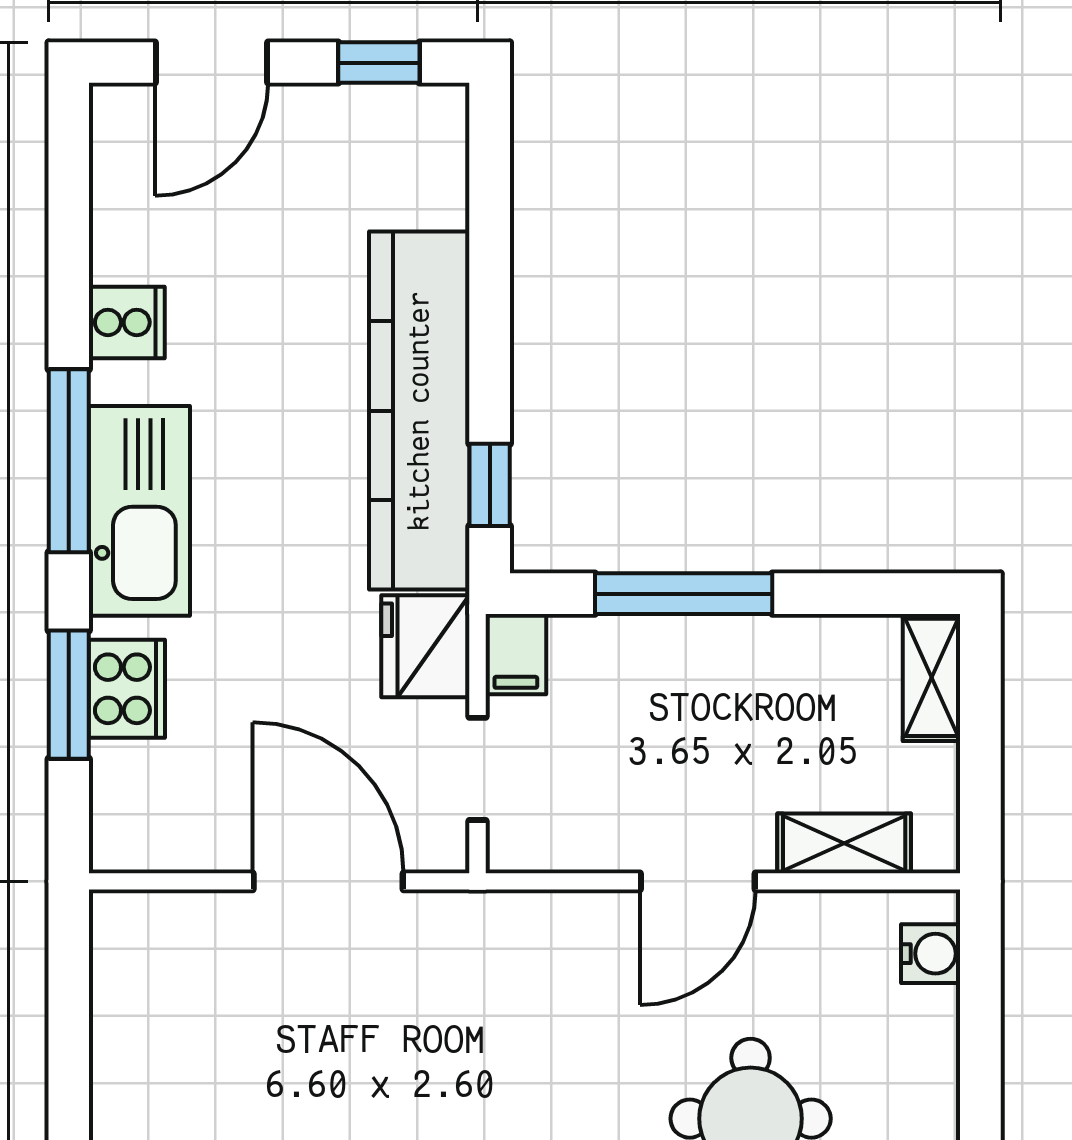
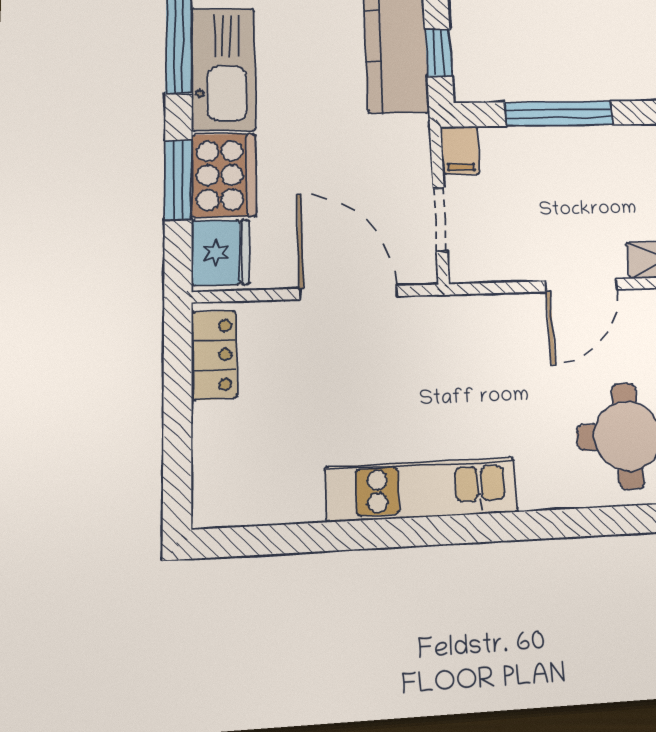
fridge: (425, 646) -> (220, 253), moved, turned 180
cooker: (127, 689) -> (224, 175), width x1.37, depth x1.31
locker: (123, 970) -> (214, 355), added

